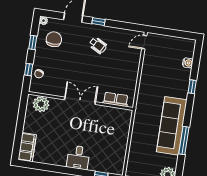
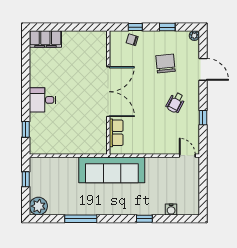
window: (98, 22) -> (203, 118), moved
chair: (54, 39) -> (165, 63), moved, turned -96
double door: (80, 101) -> (108, 92), width x1.36
plant: (41, 104) -> (98, 47), removed
sofa: (172, 126) -> (112, 170), moved, turned 180

